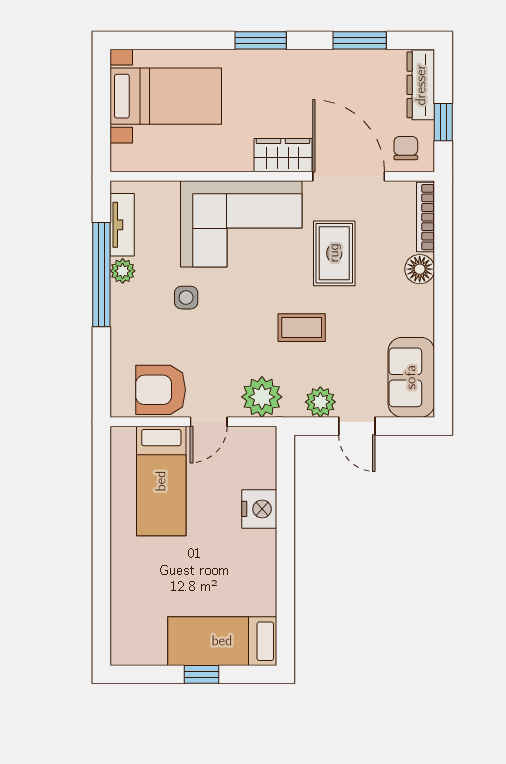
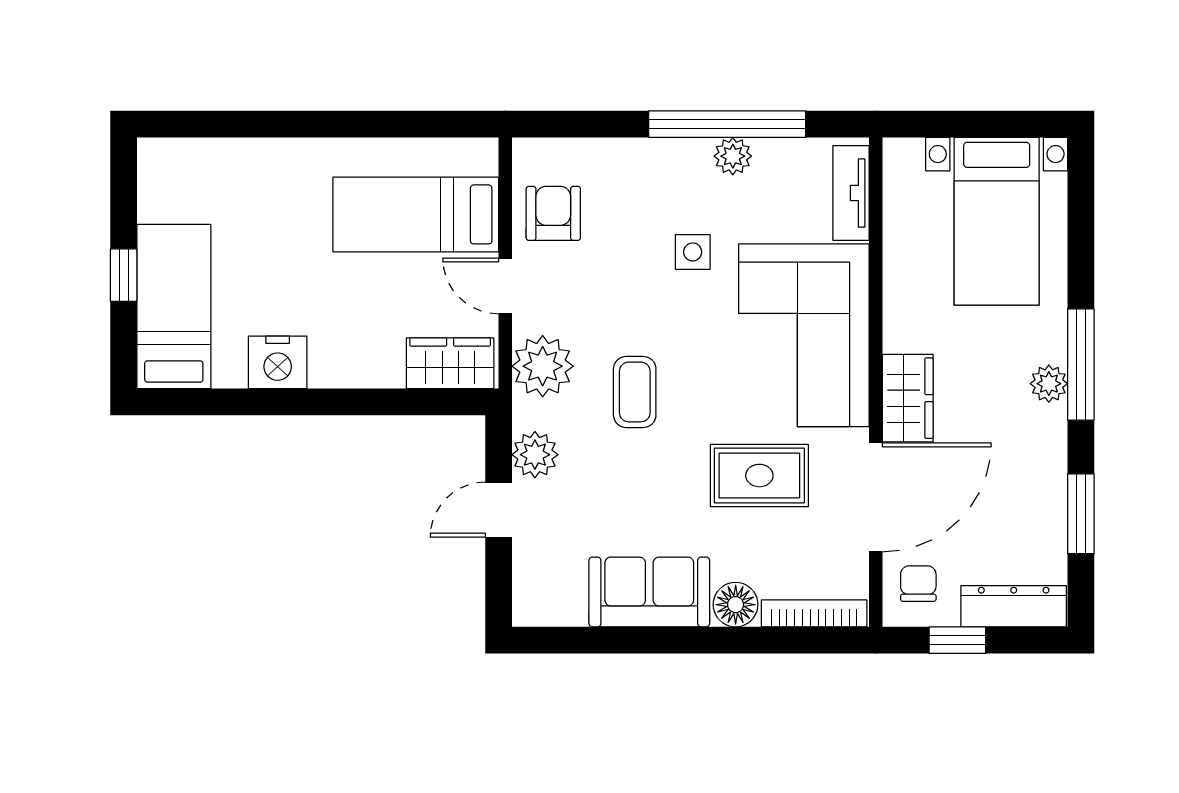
window: (261, 40) -> (1081, 364), width x1.44
plant: (273, 62) -> (1049, 384), added
chair: (406, 148) -> (918, 584), turned -90
tv unit: (122, 225) -> (851, 193), moved, turned 90
coffee table: (302, 328) -> (635, 392), moved
sofa: (411, 377) -> (649, 592), moved
armchair: (161, 390) -> (553, 213), width x0.72, depth x0.72
wardrobe: (260, 458) -> (450, 363), added
nightstand: (259, 509) -> (278, 362), moved

